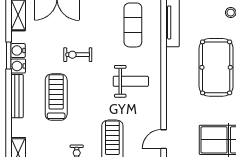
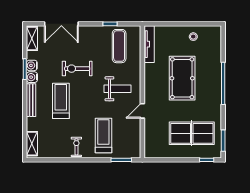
exercise bike: (78, 55) -> (77, 69), width x1.38, depth x1.39
door: (164, 139) -> (142, 111), moved

